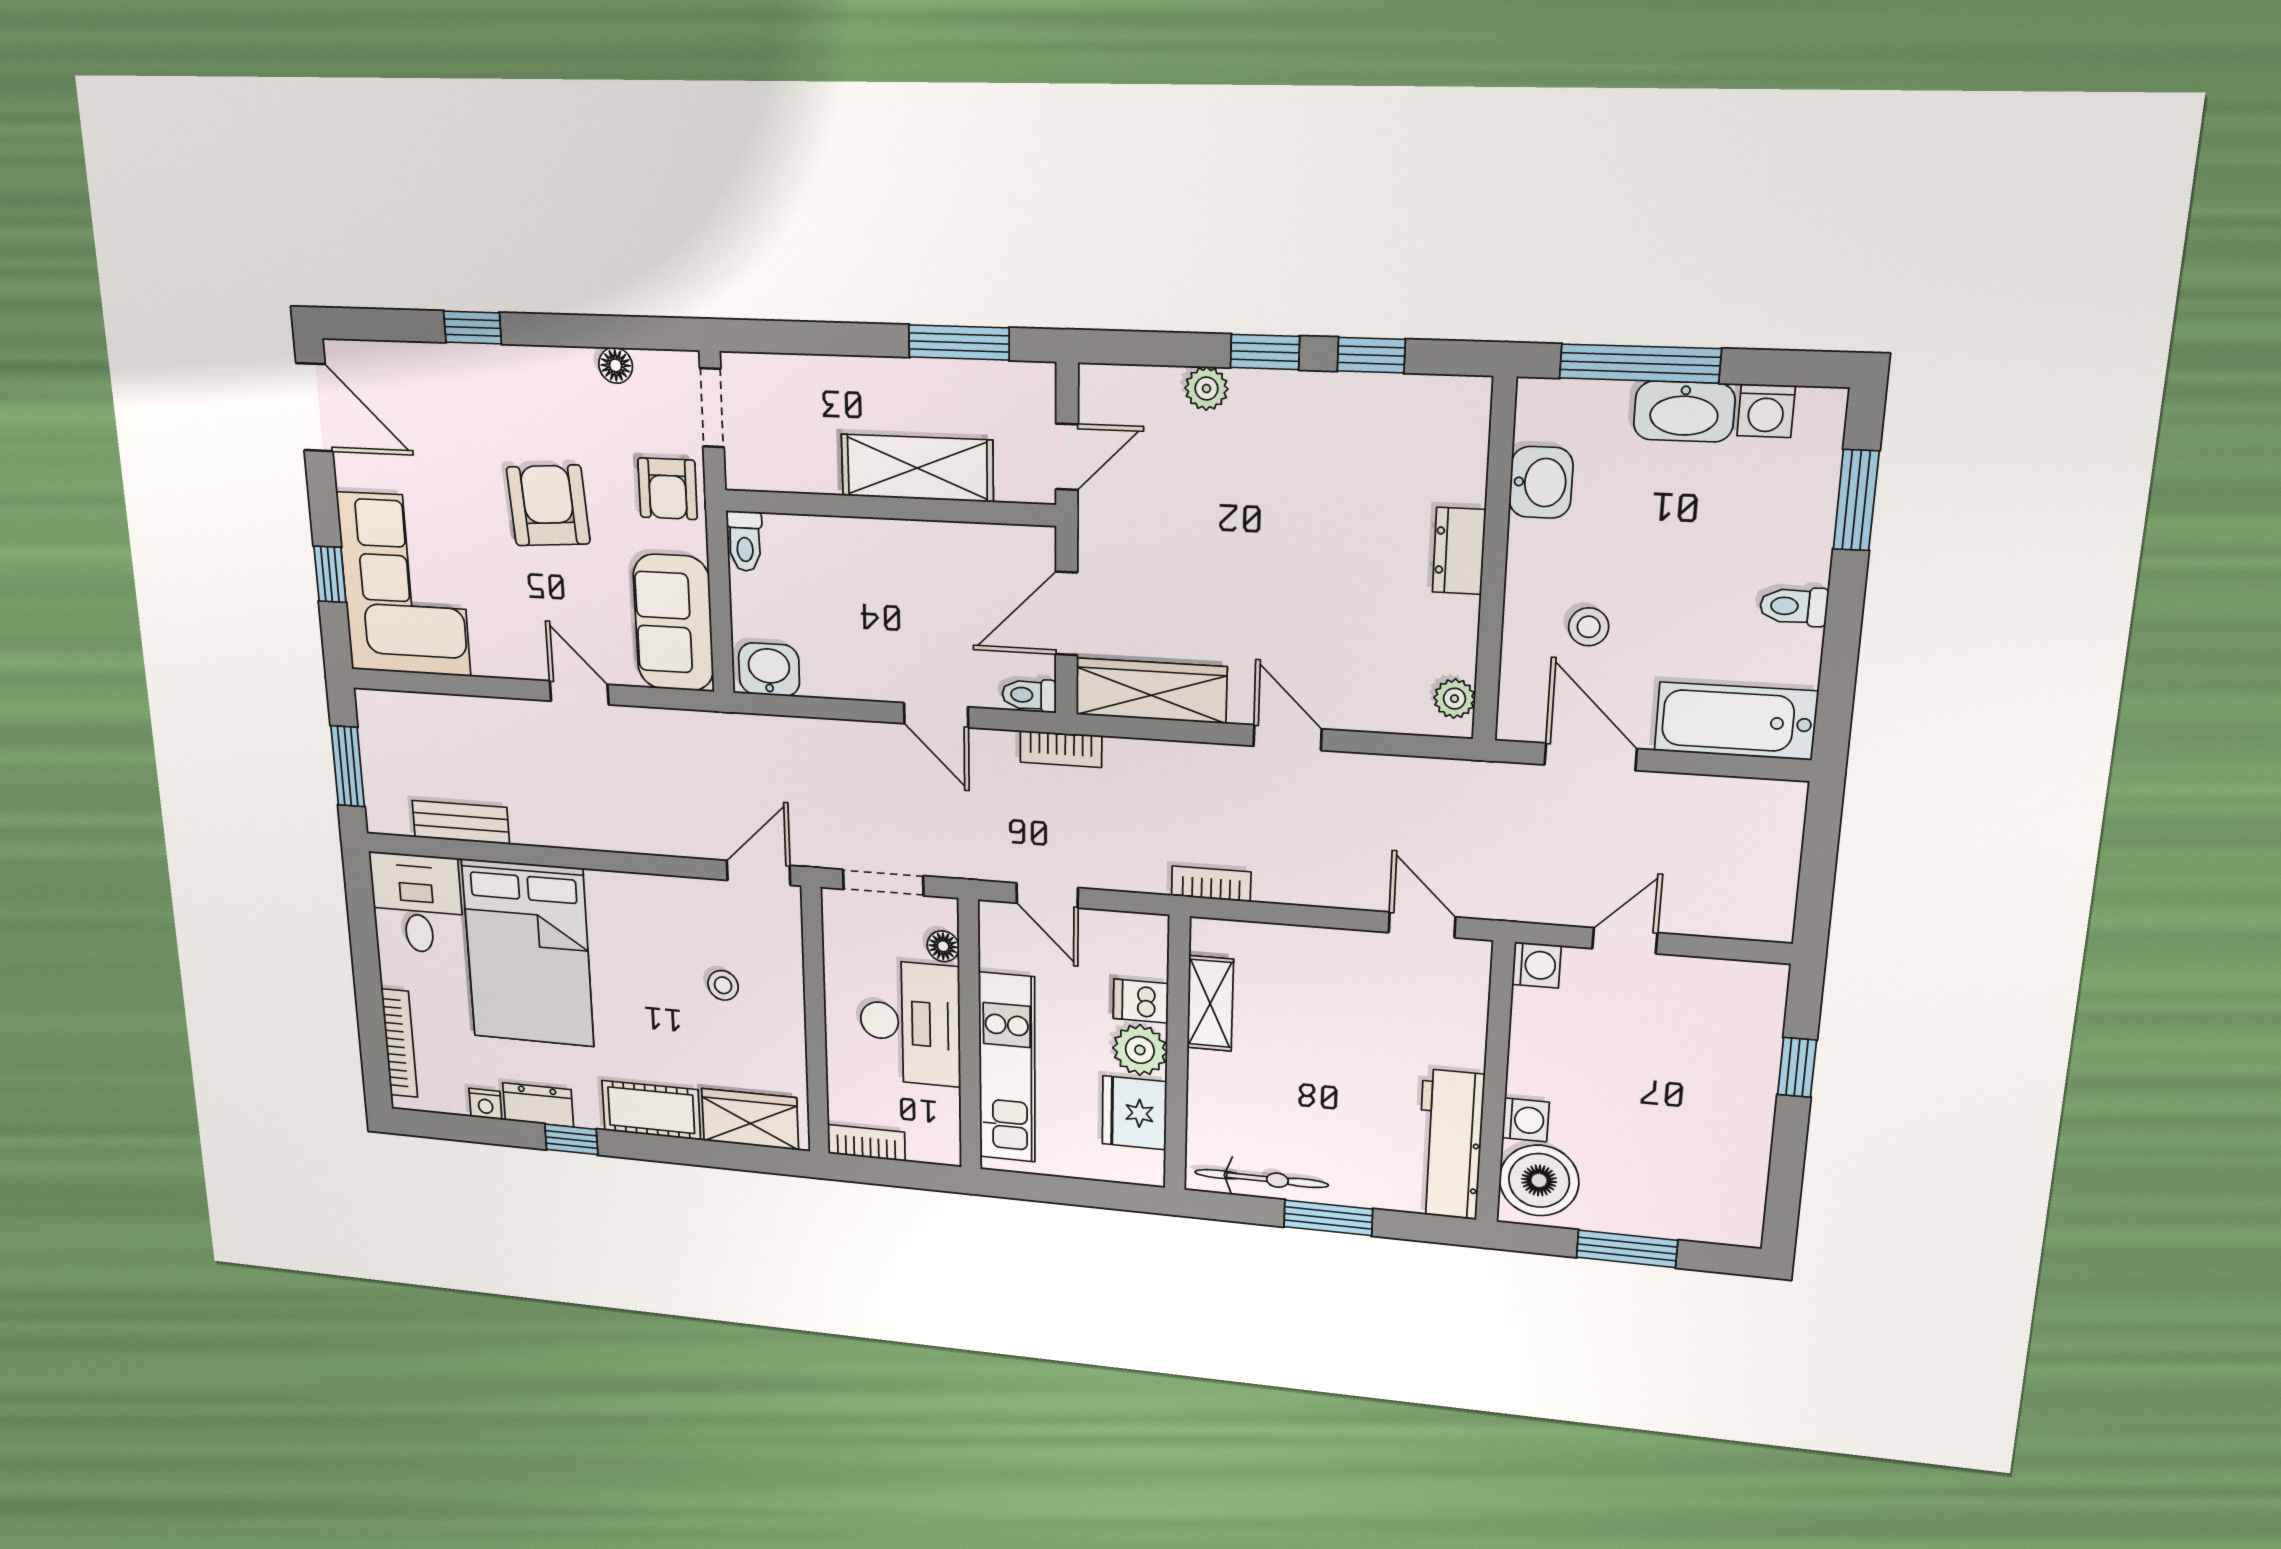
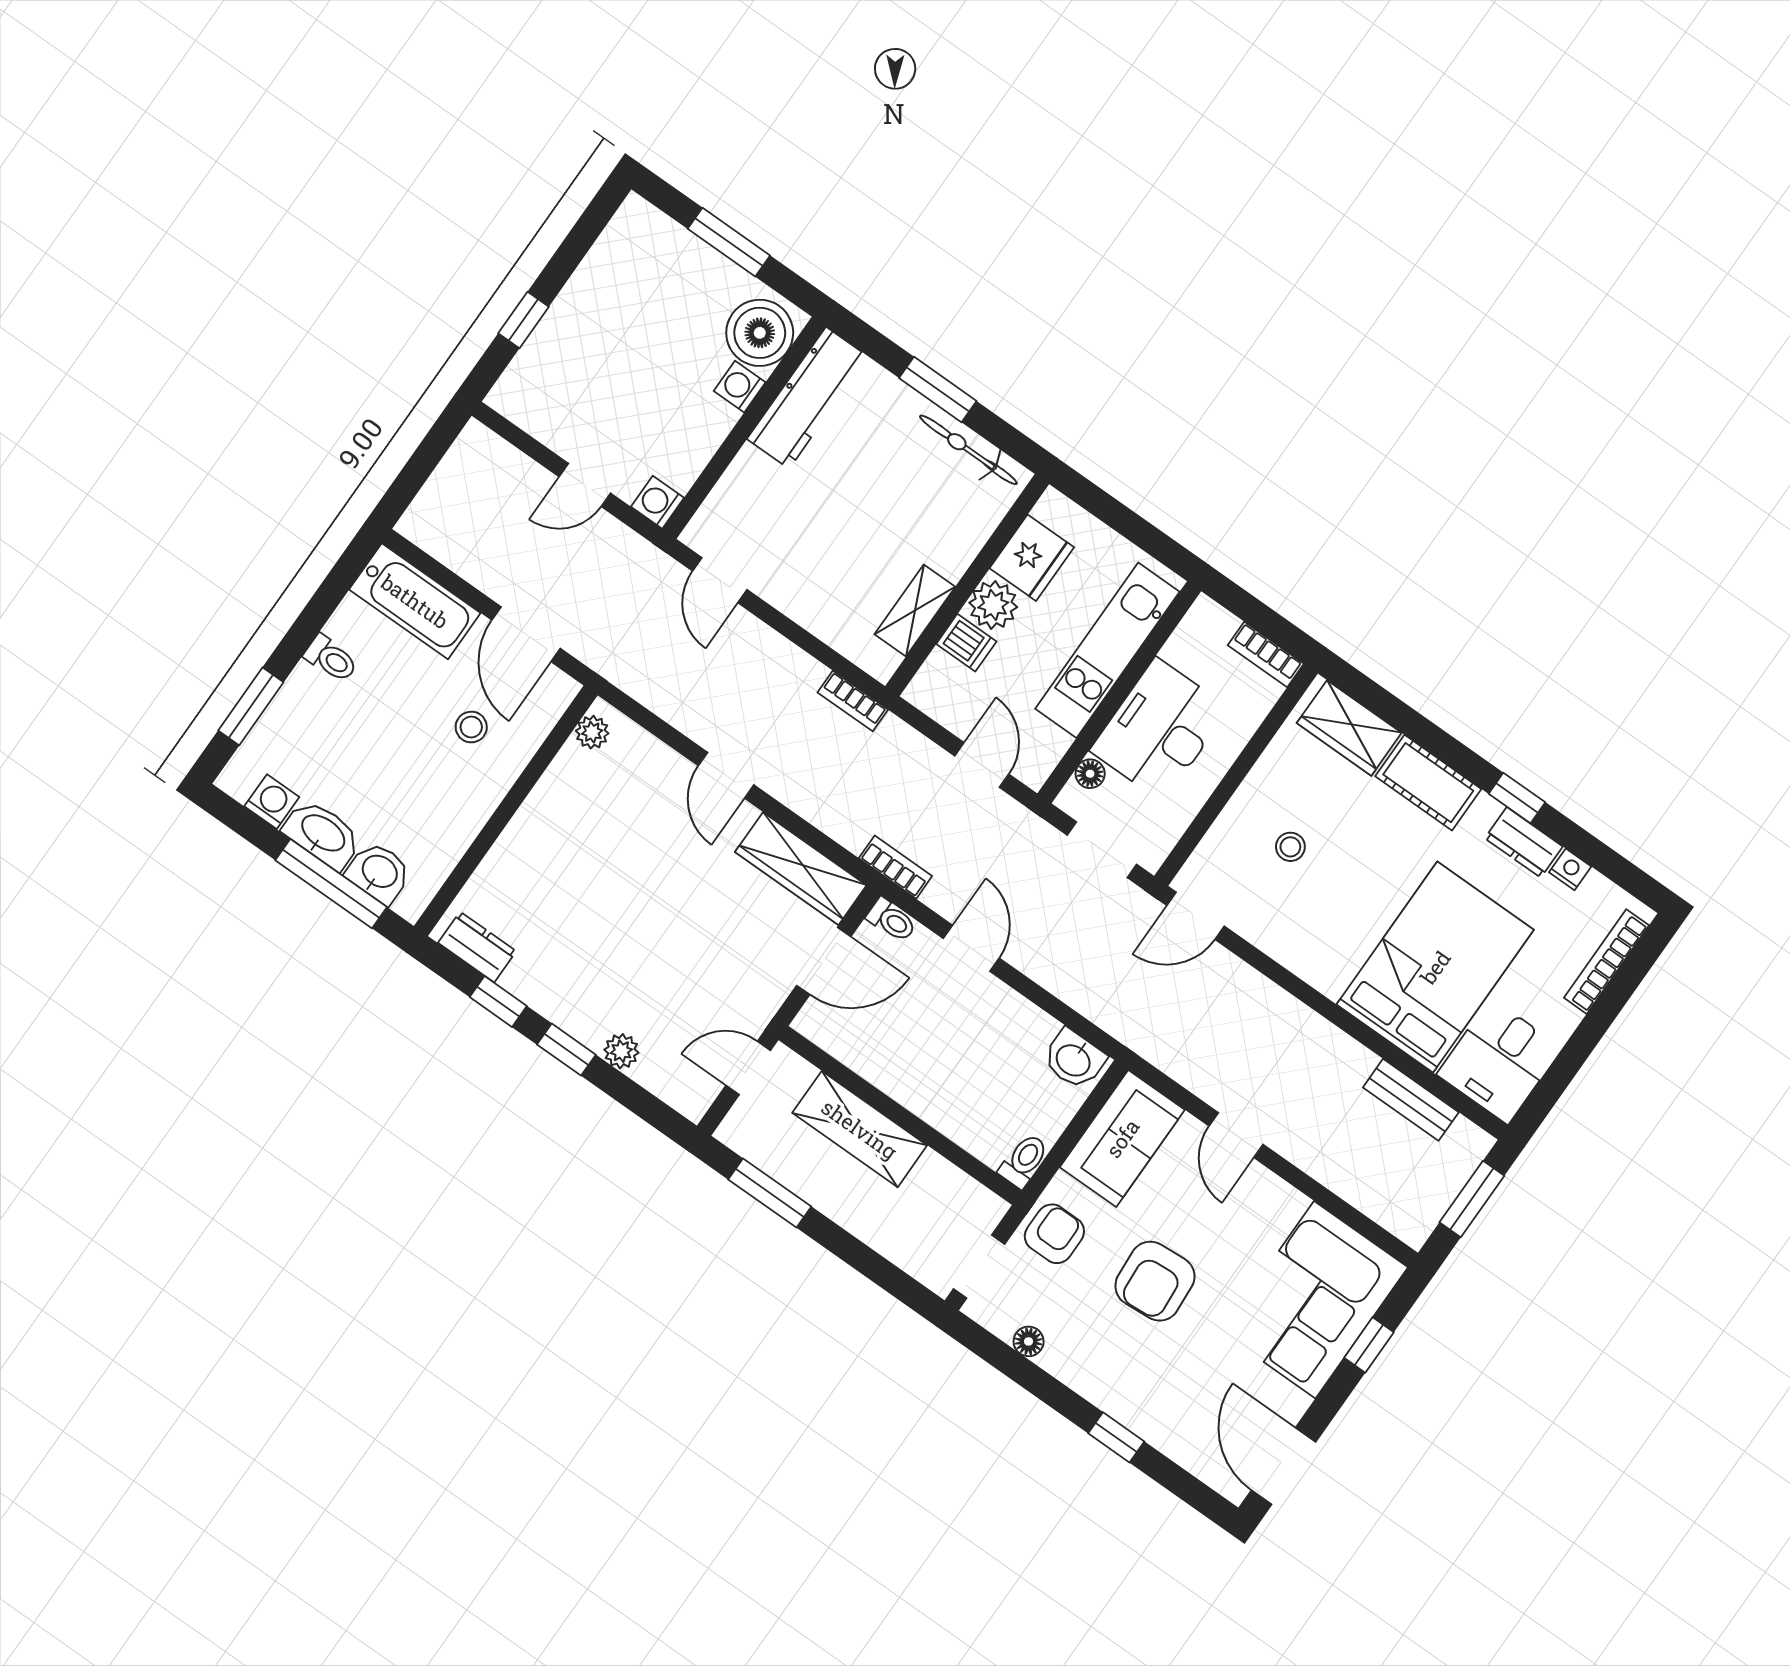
washbasin: (1541, 482) -> (379, 873), moved, turned 90
dresser: (1459, 551) -> (477, 947), moved, turned -90

